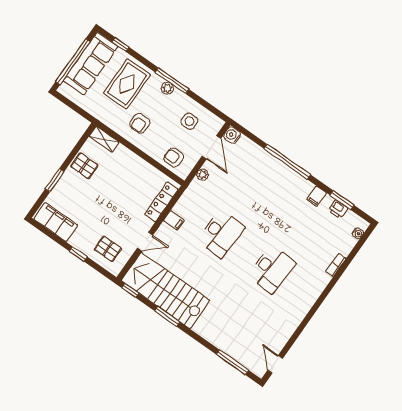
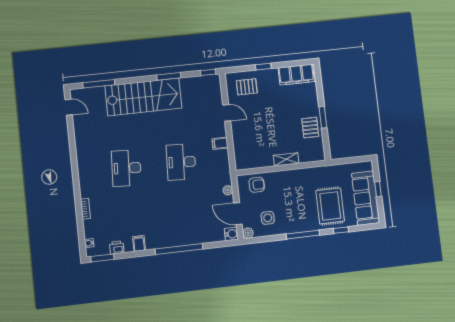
window: (120, 44) -> (341, 230), moved
window: (73, 62) -> (378, 189), width x0.32
plant: (167, 88) -> (248, 233), moved
armchair: (140, 123) -> (299, 188), removed
shelving: (104, 139) -> (286, 159), moved
pallet: (84, 166) -> (310, 128), turned 90
window: (55, 180) -> (323, 117), moved
window: (342, 200) -> (102, 258), moved
locker: (161, 202) -> (239, 148), removed
door: (145, 242) -> (227, 113), swing flipped
stairs: (166, 290) -> (143, 97), moved

